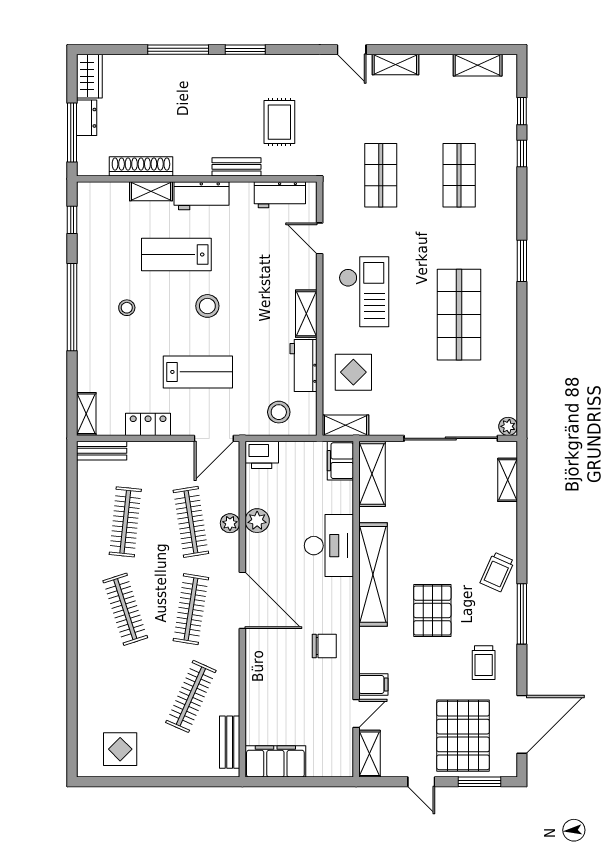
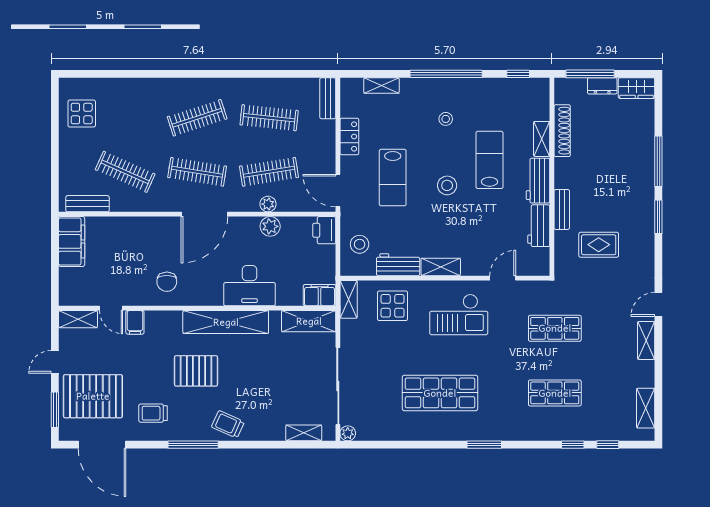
workbench: (280, 195) -> (539, 226), moved
shelving: (86, 414) -> (381, 86), moved

